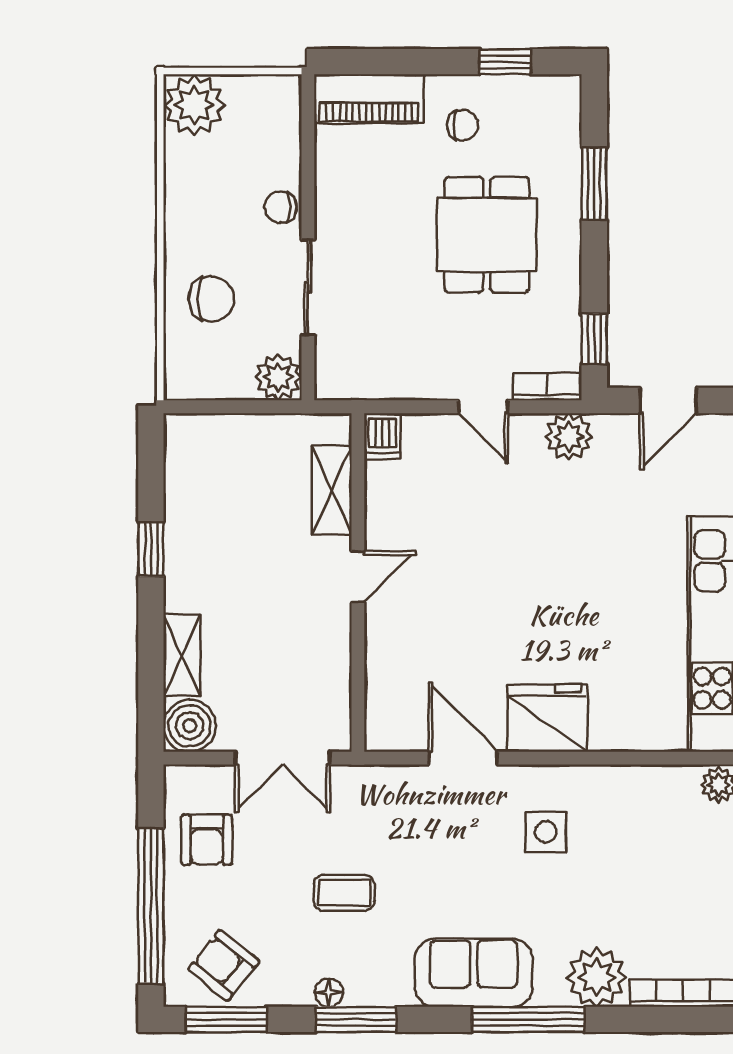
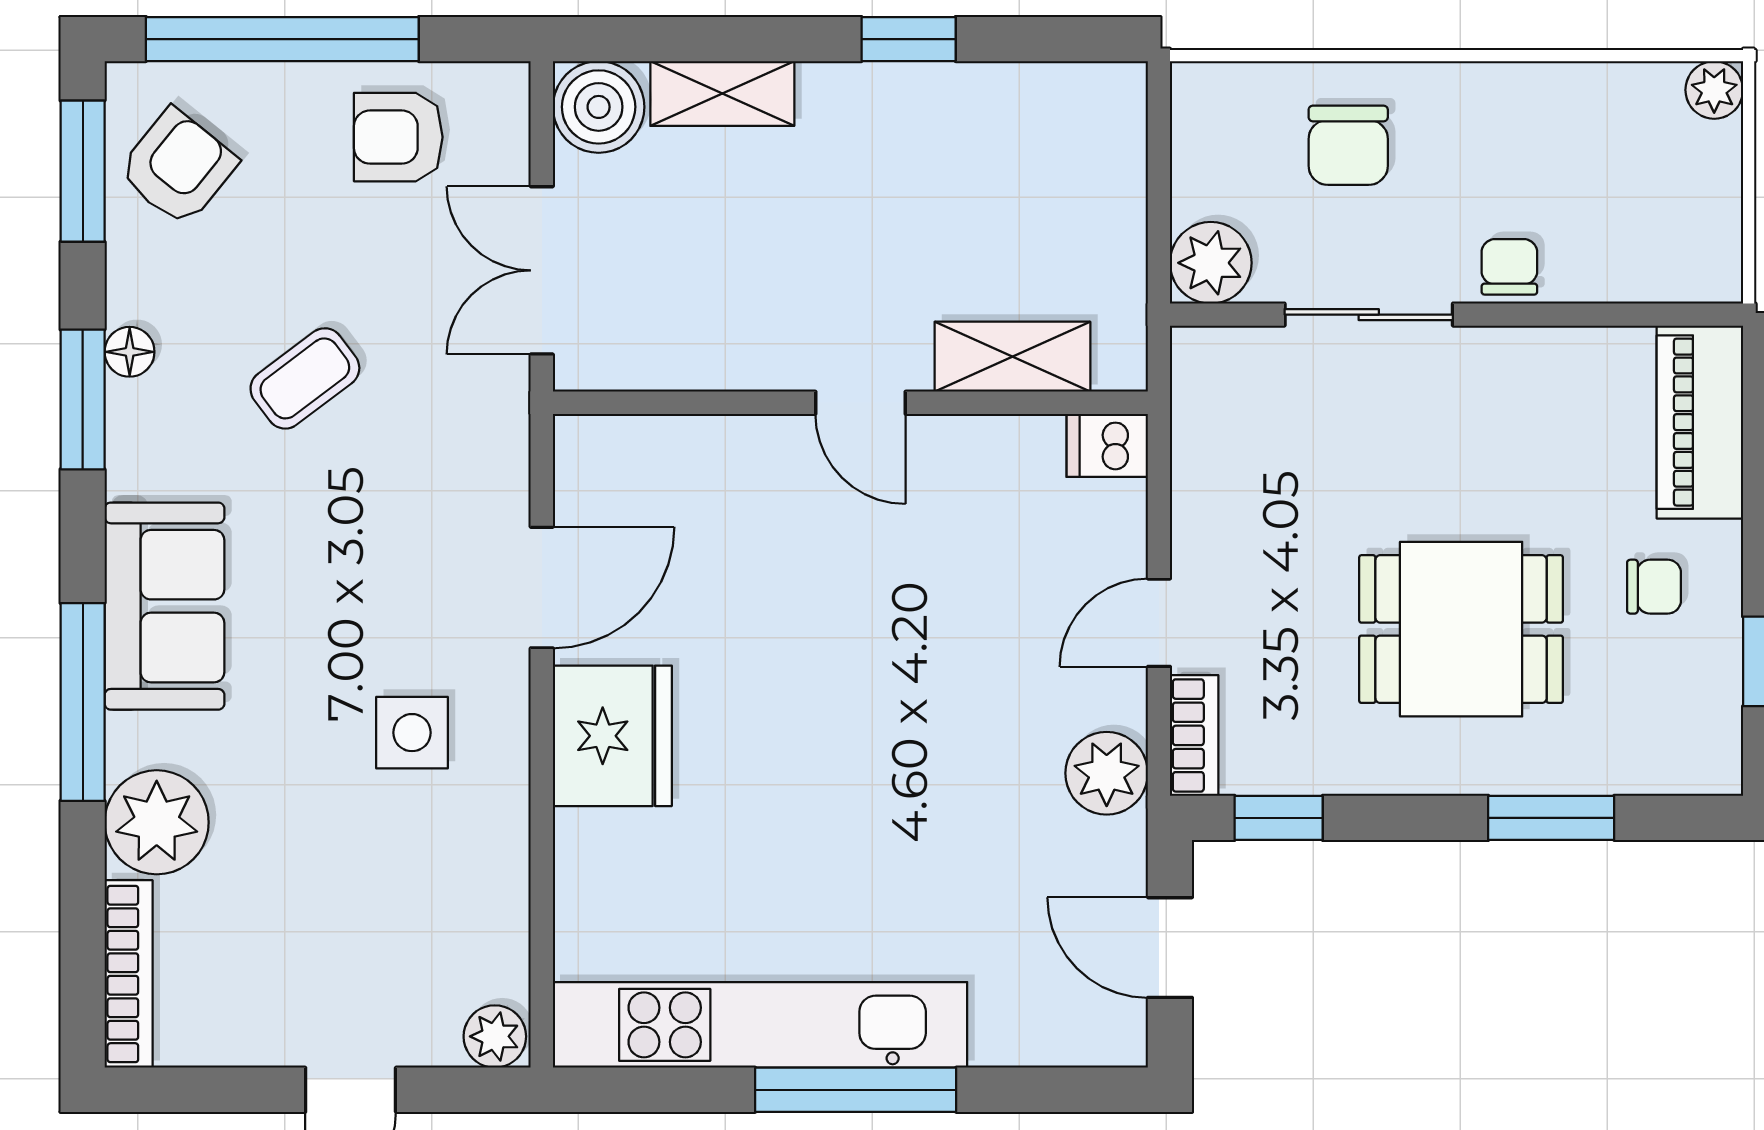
plant: (194, 105) -> (1714, 90), width x0.53, depth x0.53
chair: (463, 125) -> (1654, 587), turned -90
coffee table: (344, 893) -> (305, 378), turned 53

